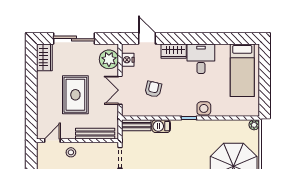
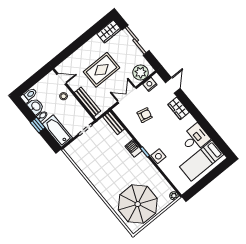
desk: (201, 59) -> (195, 138), moved
barbecue: (161, 126) -> (134, 148), moved

